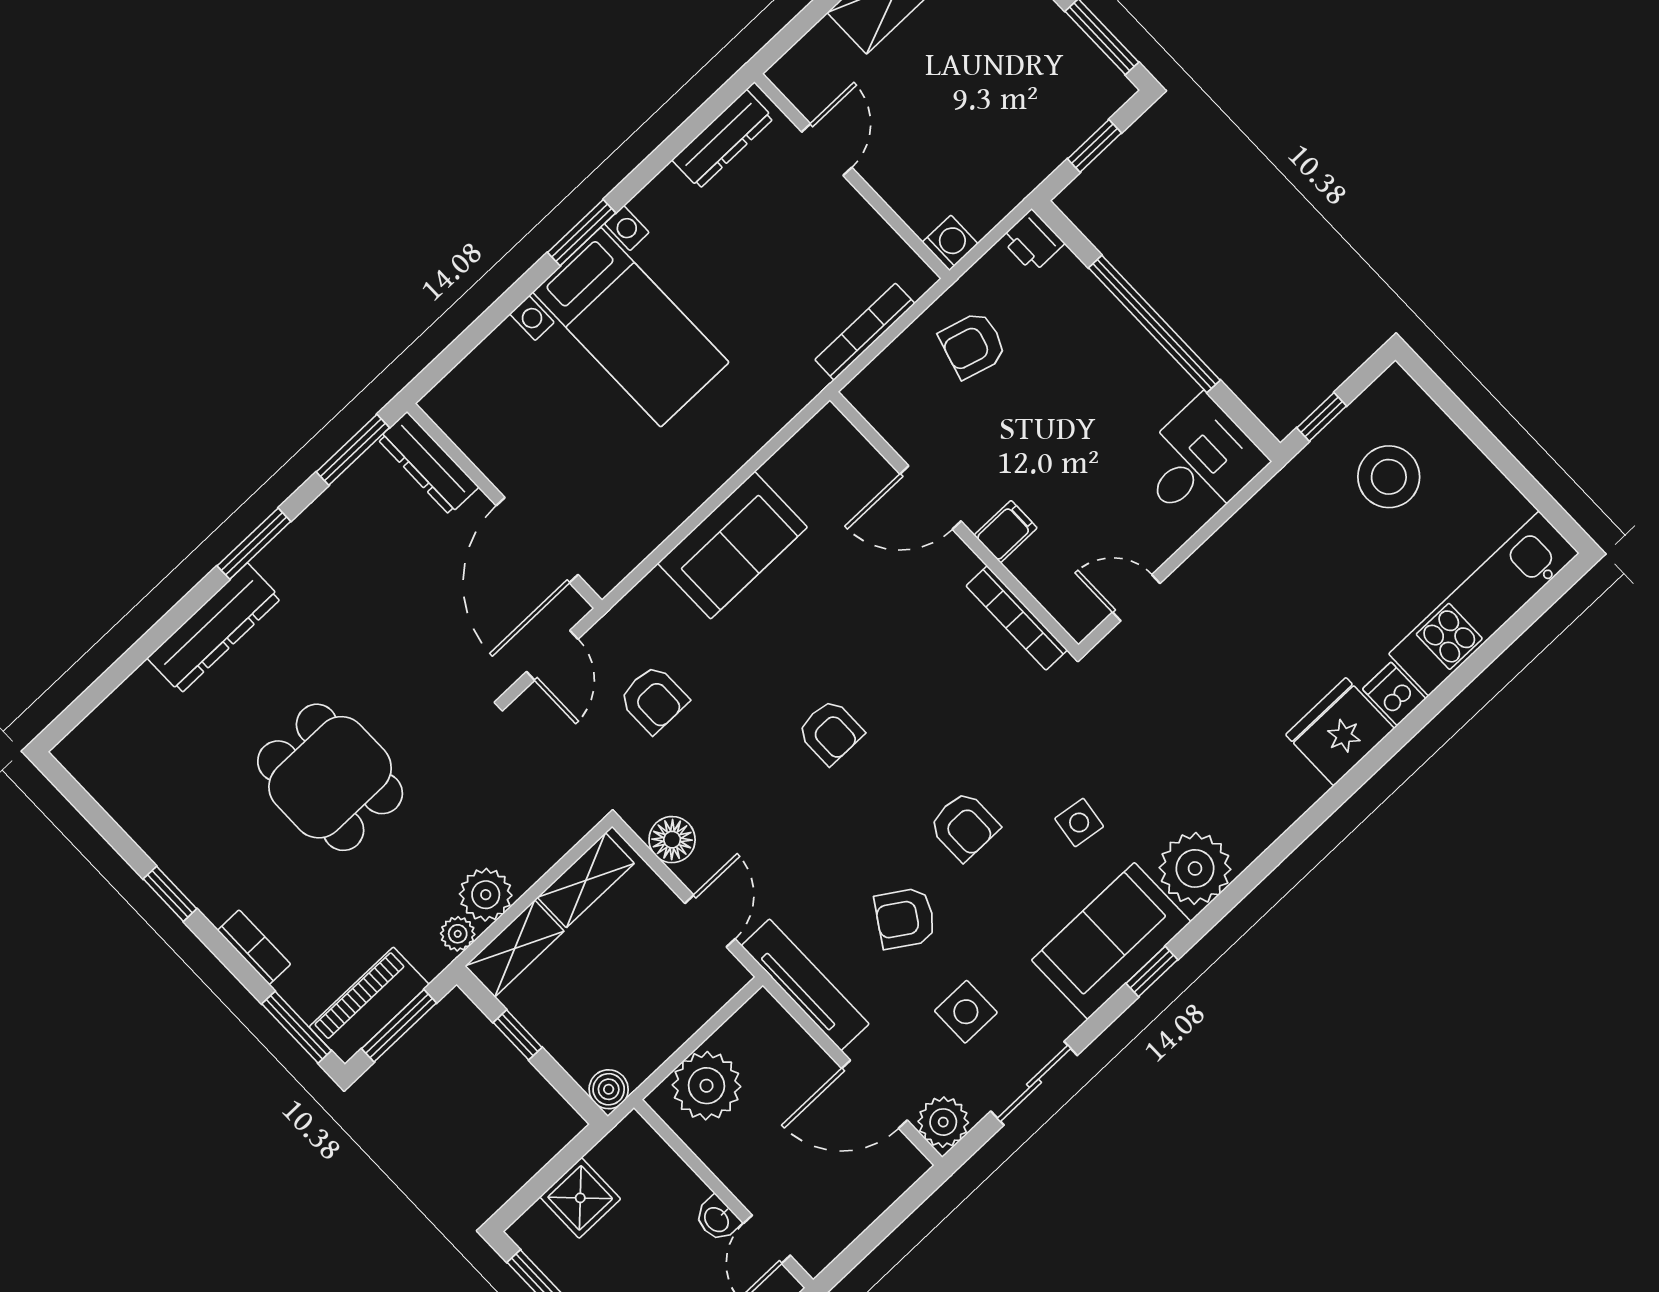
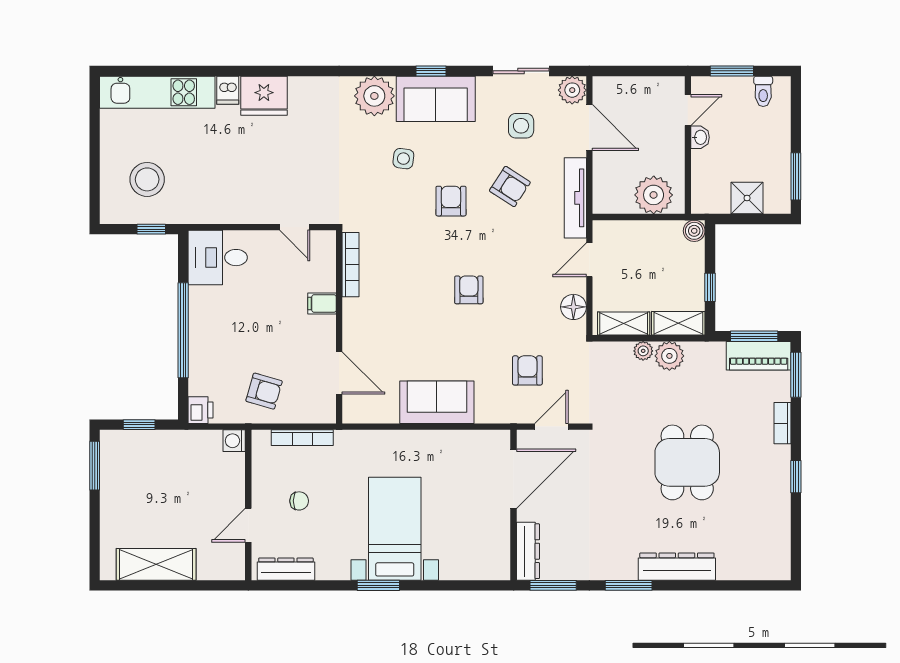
chair: (790, 245) -> (299, 501), added
door: (931, 498) -> (339, 373), moved
plant: (458, 934) -> (643, 351), moved

